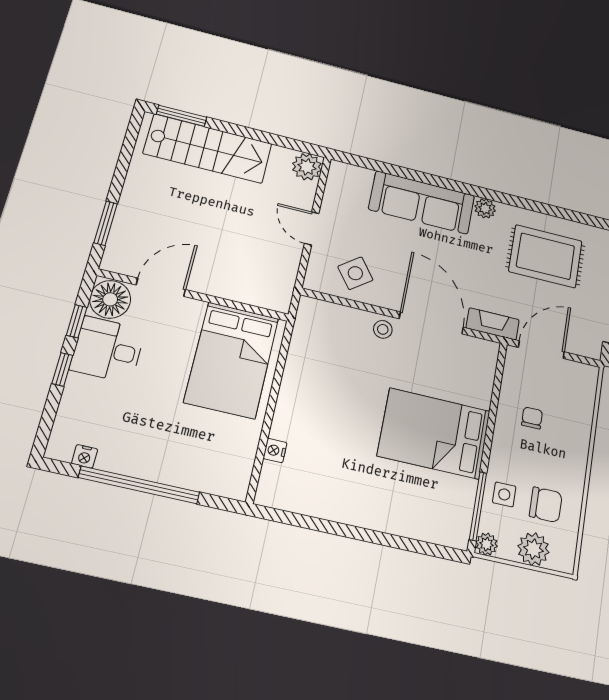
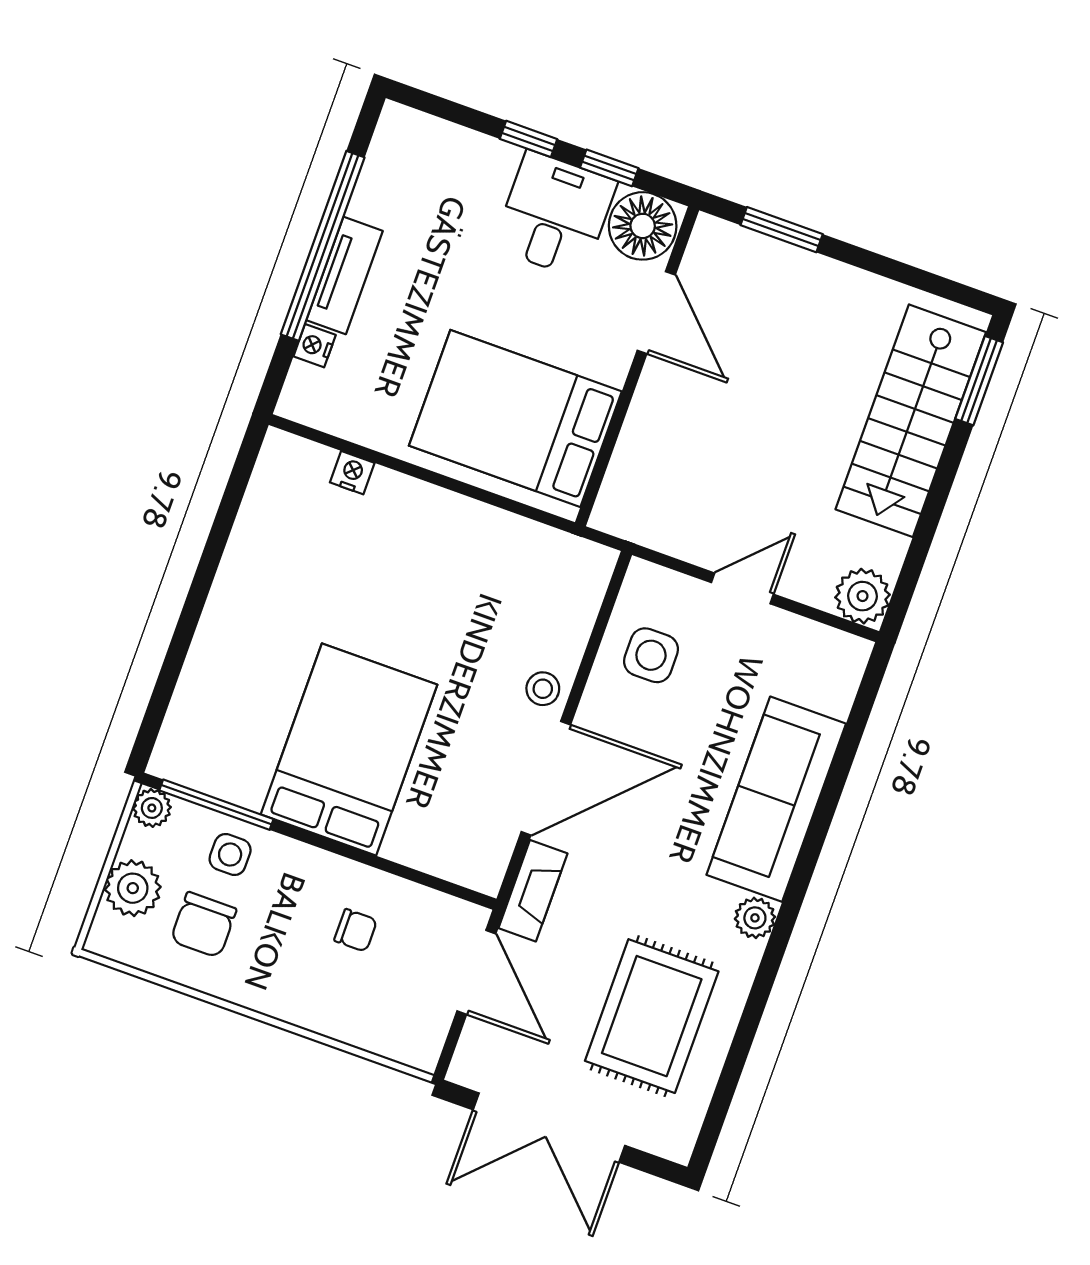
side table: (355, 273) -> (651, 655), turned 37
nightstand: (85, 456) -> (315, 346), moved
tv unit: (156, 469) -> (345, 275), added

